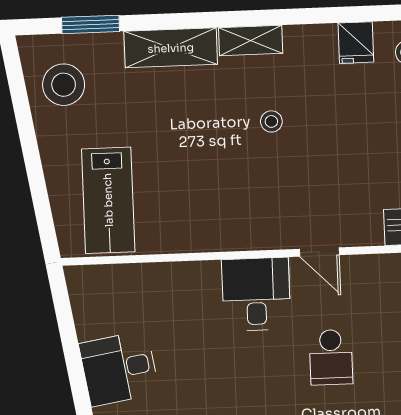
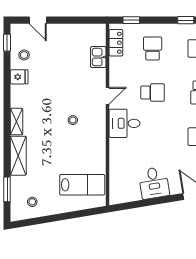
stool: (64, 85) -> (32, 202), width x0.53, depth x0.53
stool: (271, 121) -> (73, 120), moved

